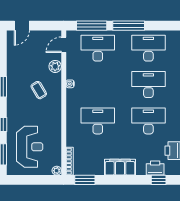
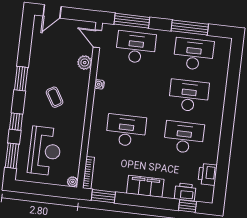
window: (129, 26) -> (190, 27), moved
door: (64, 45) -> (97, 39), hinge flipped
coffee table: (39, 90) -> (55, 97), moved

